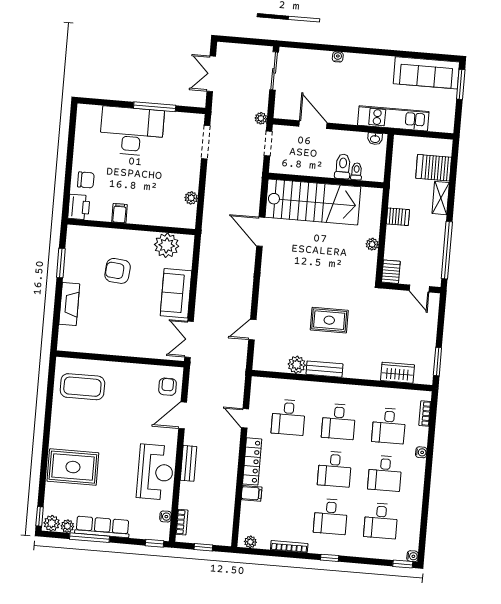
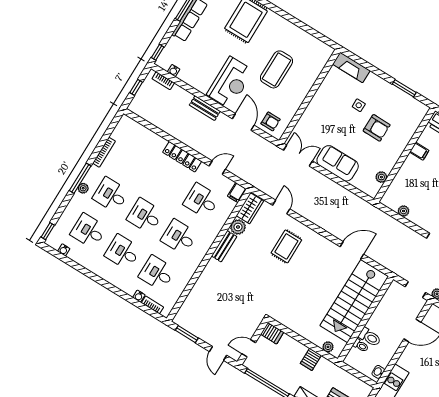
plant: (372, 244) -> (328, 347), moved
plant: (167, 245) -> (381, 177), width x0.53, depth x0.53
armchair: (118, 271) -> (377, 128), turned 85
side table: (103, 302) -> (359, 105), added
fireplace: (69, 304) -> (351, 67), moved
door: (441, 318) -> (218, 353), added
rug: (329, 320) -> (286, 246), moved
wardrobe: (397, 373) -> (250, 208), moved
coffee table: (82, 387) -> (276, 69), moved
water cooler: (421, 452) -> (139, 296), moved
reception desk: (155, 472) -> (230, 83), moved, turned -90
filing cabinet: (252, 493) -> (237, 193), moved
plant: (250, 542) -> (83, 188), moved
water cooler: (413, 556) -> (64, 250), moved
window: (330, 558) -> (80, 178), width x2.17

